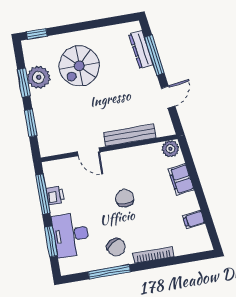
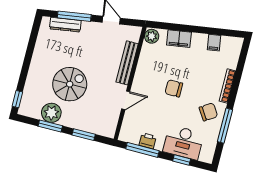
spiral stairs: (79, 66) -> (70, 84), moved, turned -90
window: (51, 242) -> (182, 160), width x0.67

